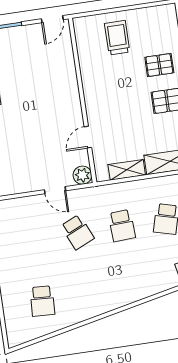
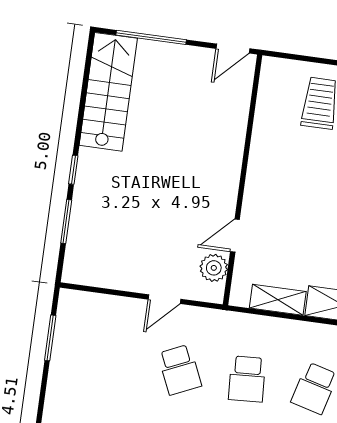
plant: (82, 175) -> (214, 268), moved
door: (55, 190) -> (164, 299), hinge flipped

